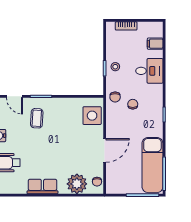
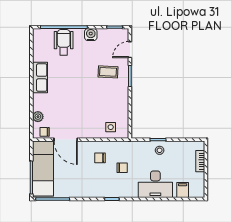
desk: (149, 71) -> (155, 184), width x1.37
chair: (115, 97) -> (100, 158), moved
side table: (92, 116) -> (111, 127), width x0.54, depth x0.54
door: (105, 150) -> (66, 140), moved
exam couch: (152, 165) -> (43, 169), moved, turned 90
plant: (77, 184) -> (38, 117), width x0.53, depth x0.53

